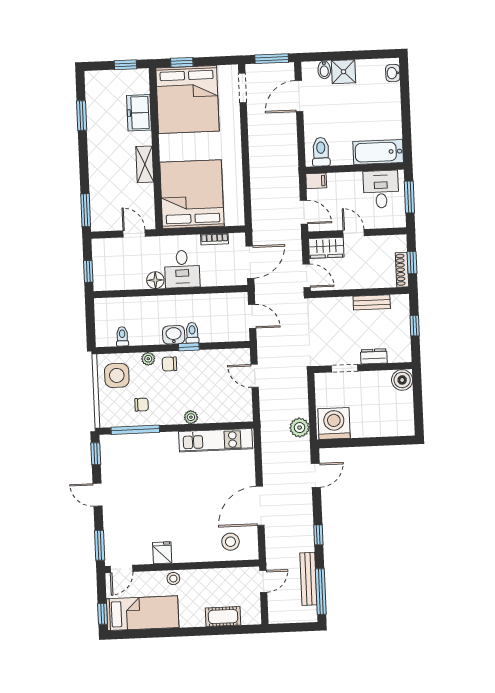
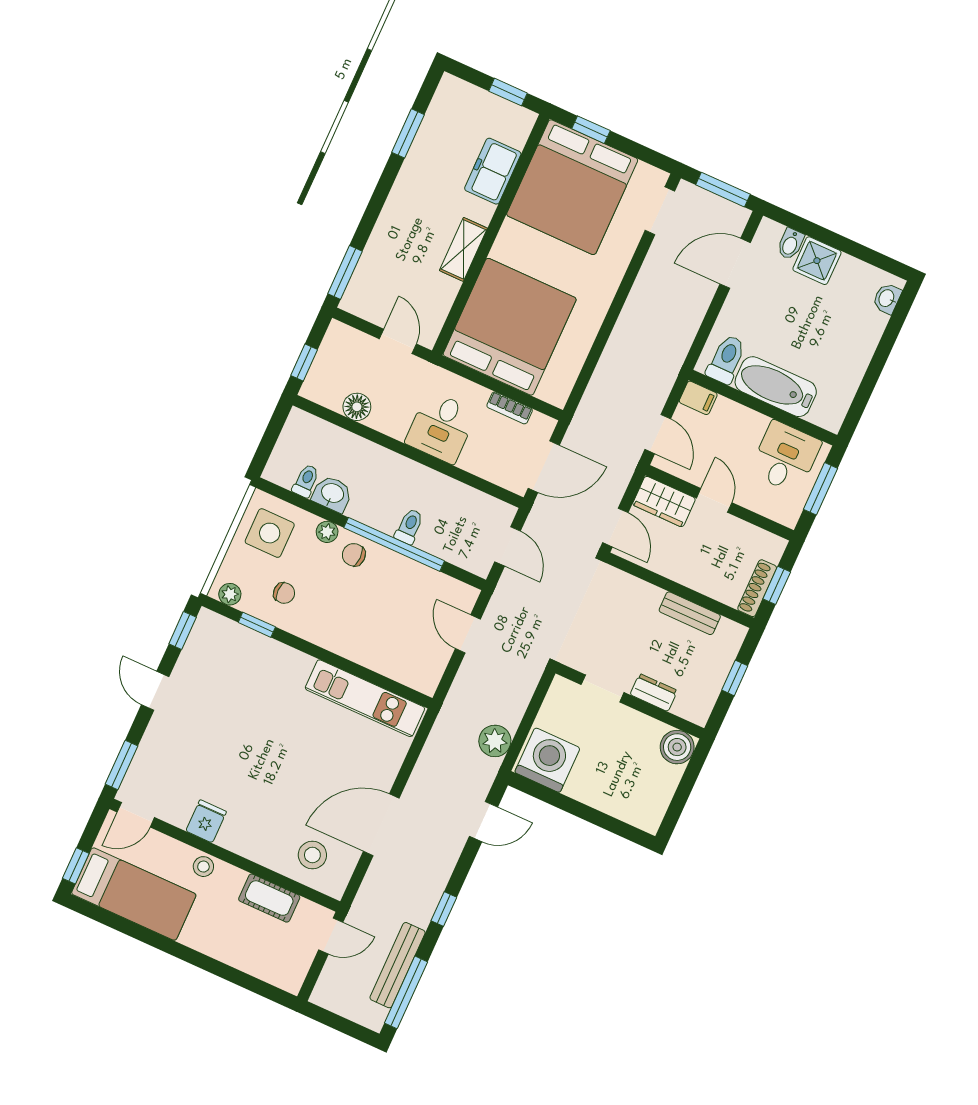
bathtub: (378, 152) -> (776, 387), moved
floor lamp: (155, 280) -> (357, 407), moved
washbasin: (174, 335) -> (332, 494), moved
window: (189, 347) -> (394, 544), width x3.17
plant: (191, 417) -> (230, 594), moved
window: (135, 430) -> (257, 625), width x0.46
cot: (223, 617) -> (269, 898), moved

